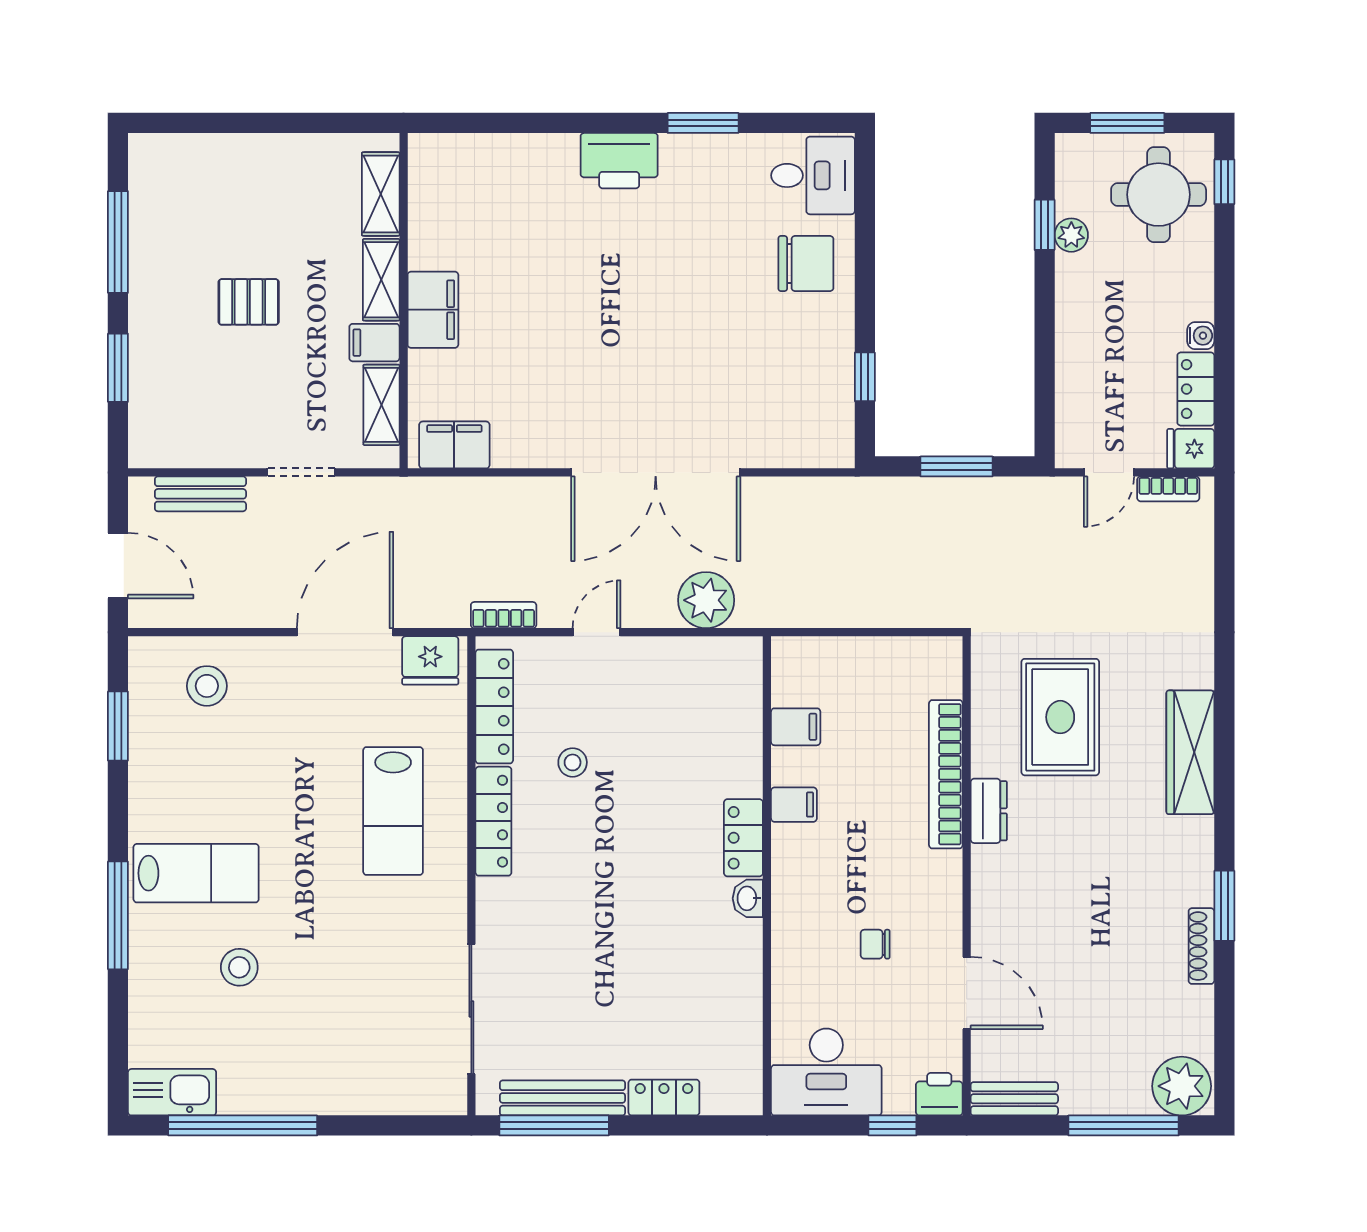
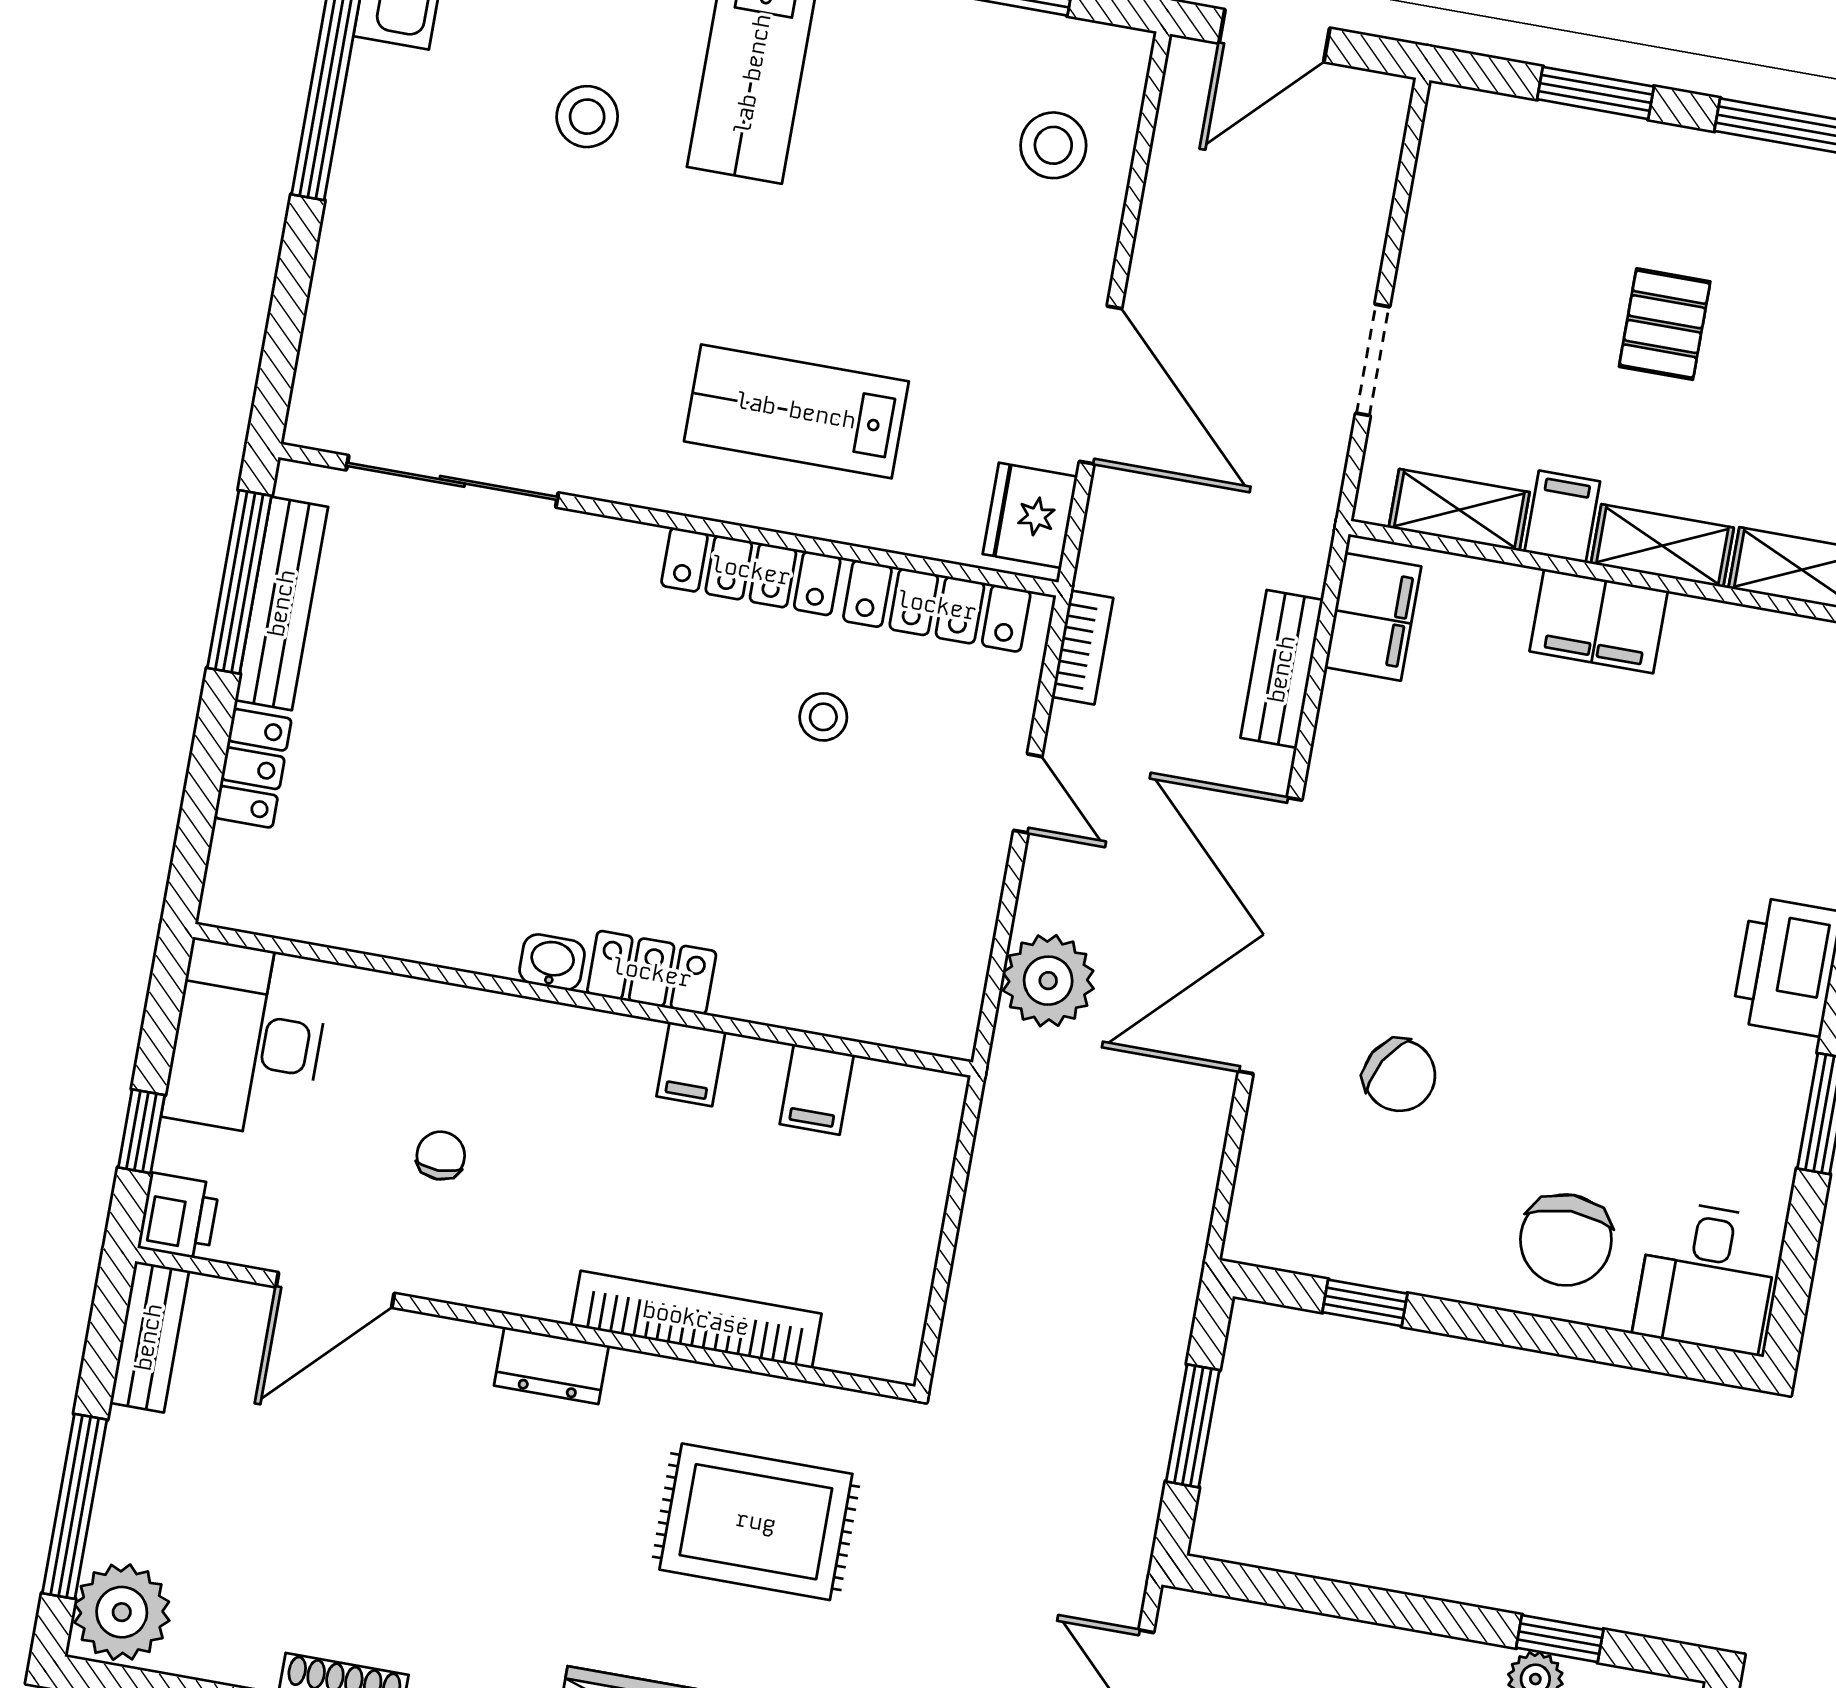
chair: (725, 380) -> (1400, 1075), added
bench: (200, 494) -> (1282, 669), moved
dresser: (989, 811) -> (551, 1366), moved

